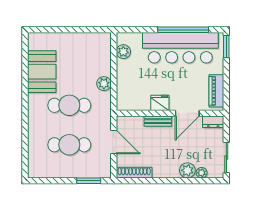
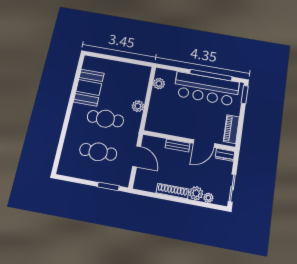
fridge: (160, 103) -> (182, 130), removed
shoe rack: (134, 173) -> (172, 191), moved

